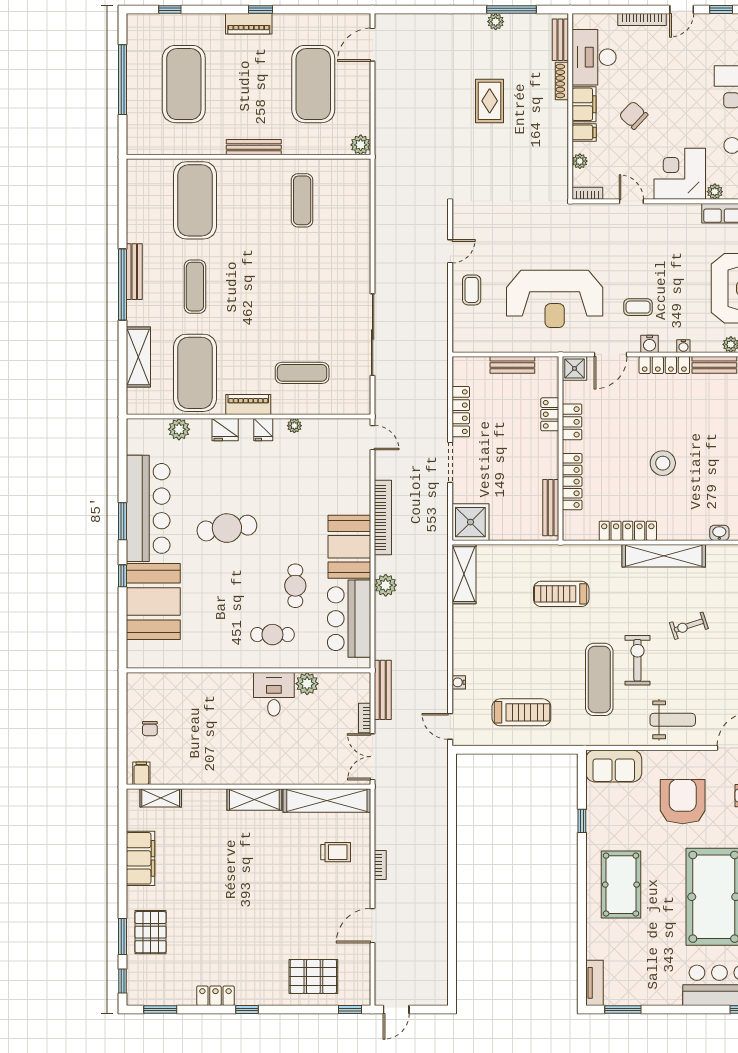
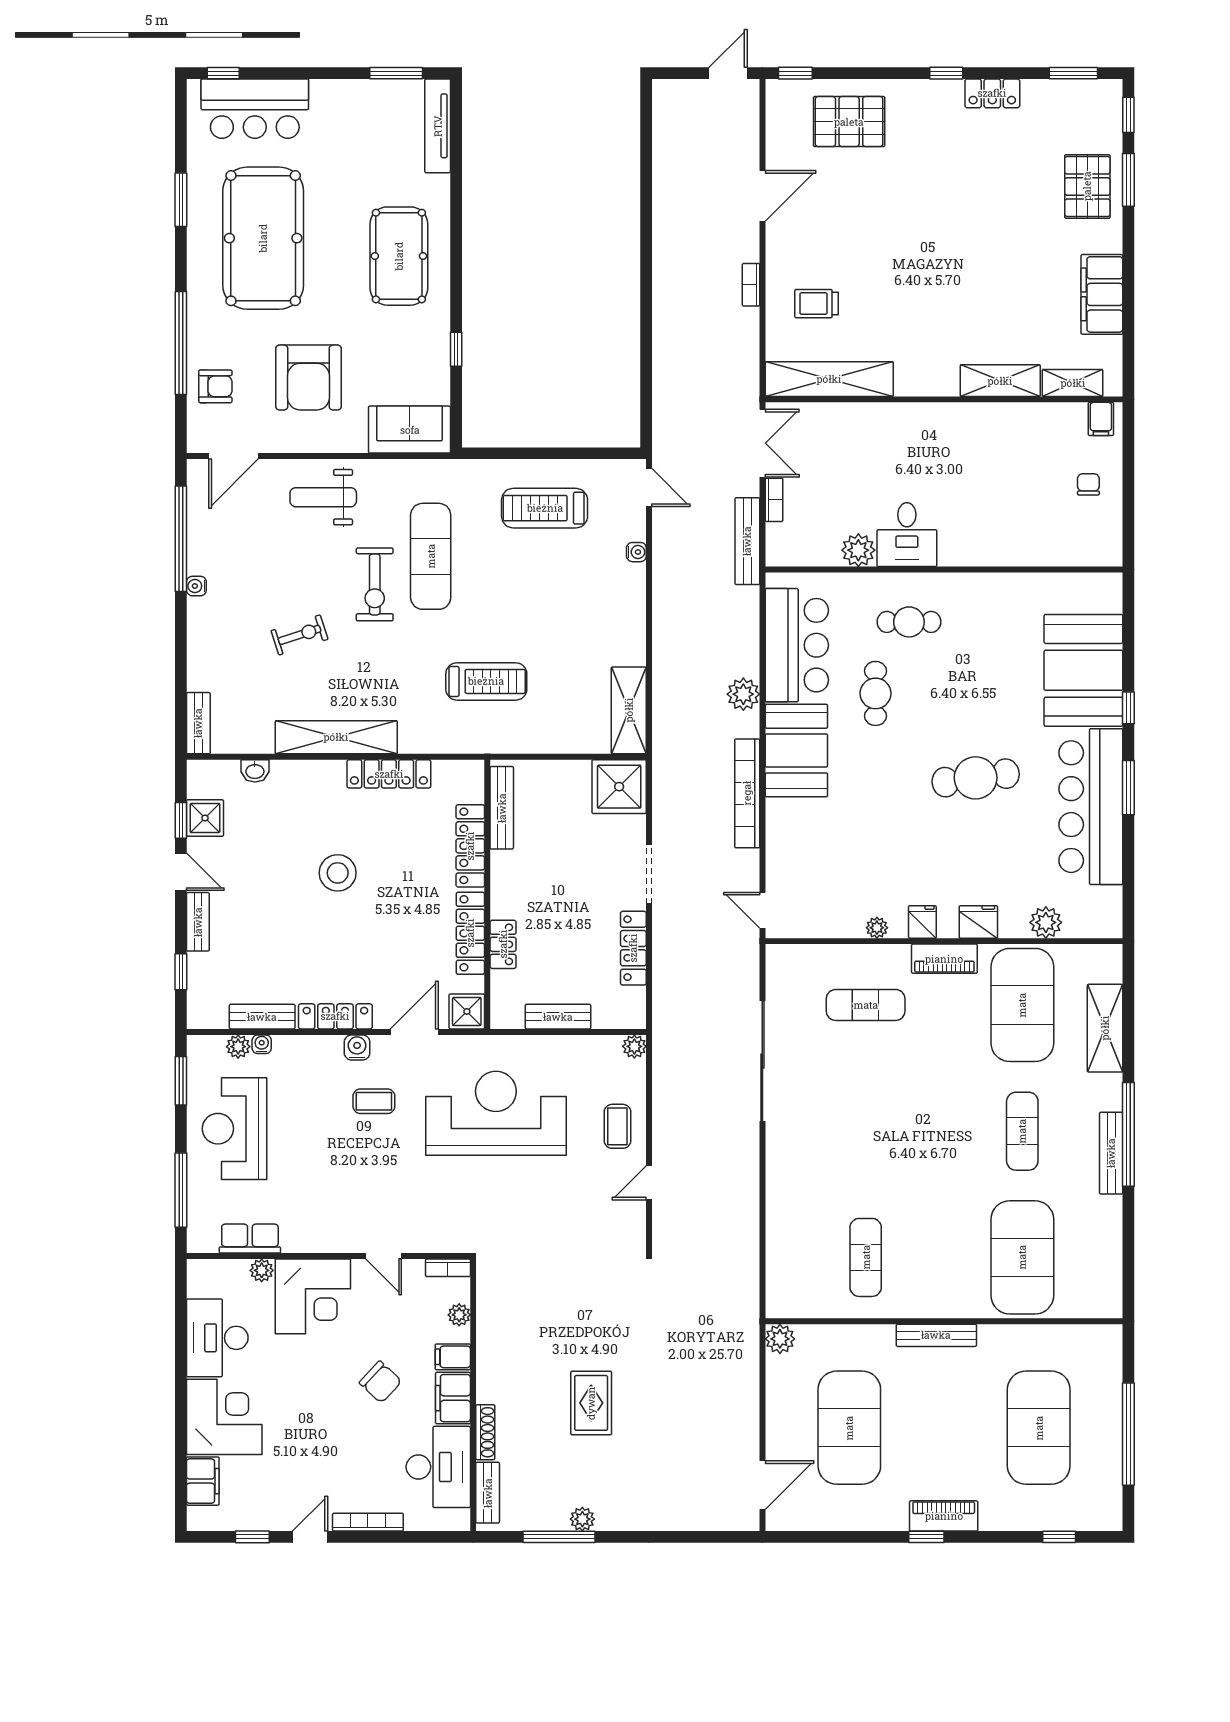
plant: (460, 344) -> (634, 1046), added
water cooler: (683, 346) -> (262, 1044), moved
locker: (572, 422) -> (470, 933), width x1.53
shelving: (254, 800) -> (1000, 381), moved
tv unit: (594, 983) -> (438, 126), width x1.41

